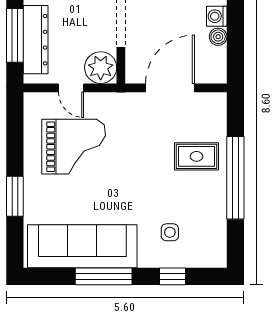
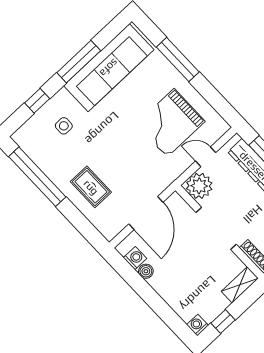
washing machine: (217, 16) -> (135, 258), moved
rug: (197, 156) -> (91, 187), turned 90
window: (235, 178) -> (37, 177), moved
window: (15, 196) -> (178, 60), width x1.44

